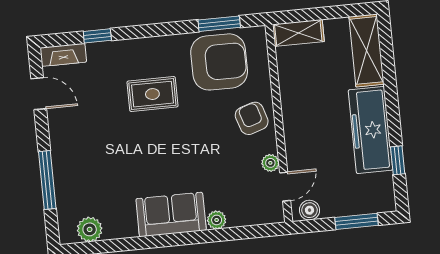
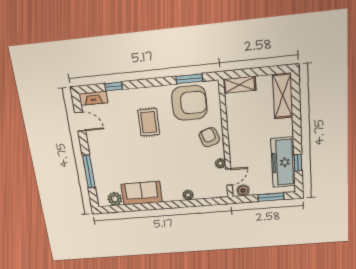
rug: (152, 94) -> (149, 122), turned 90
freezer: (370, 130) -> (283, 162), moved
sofa: (171, 215) -> (142, 193), moved

